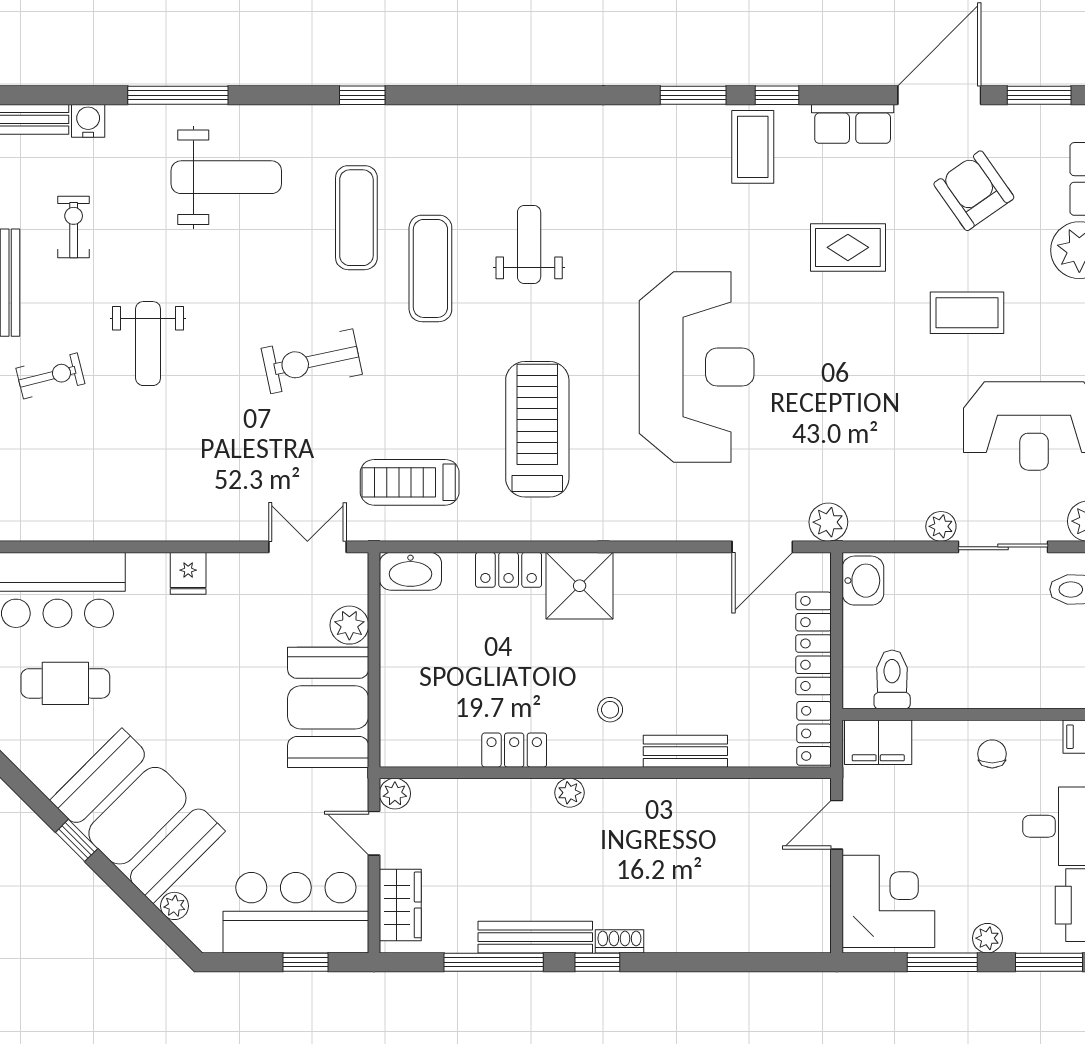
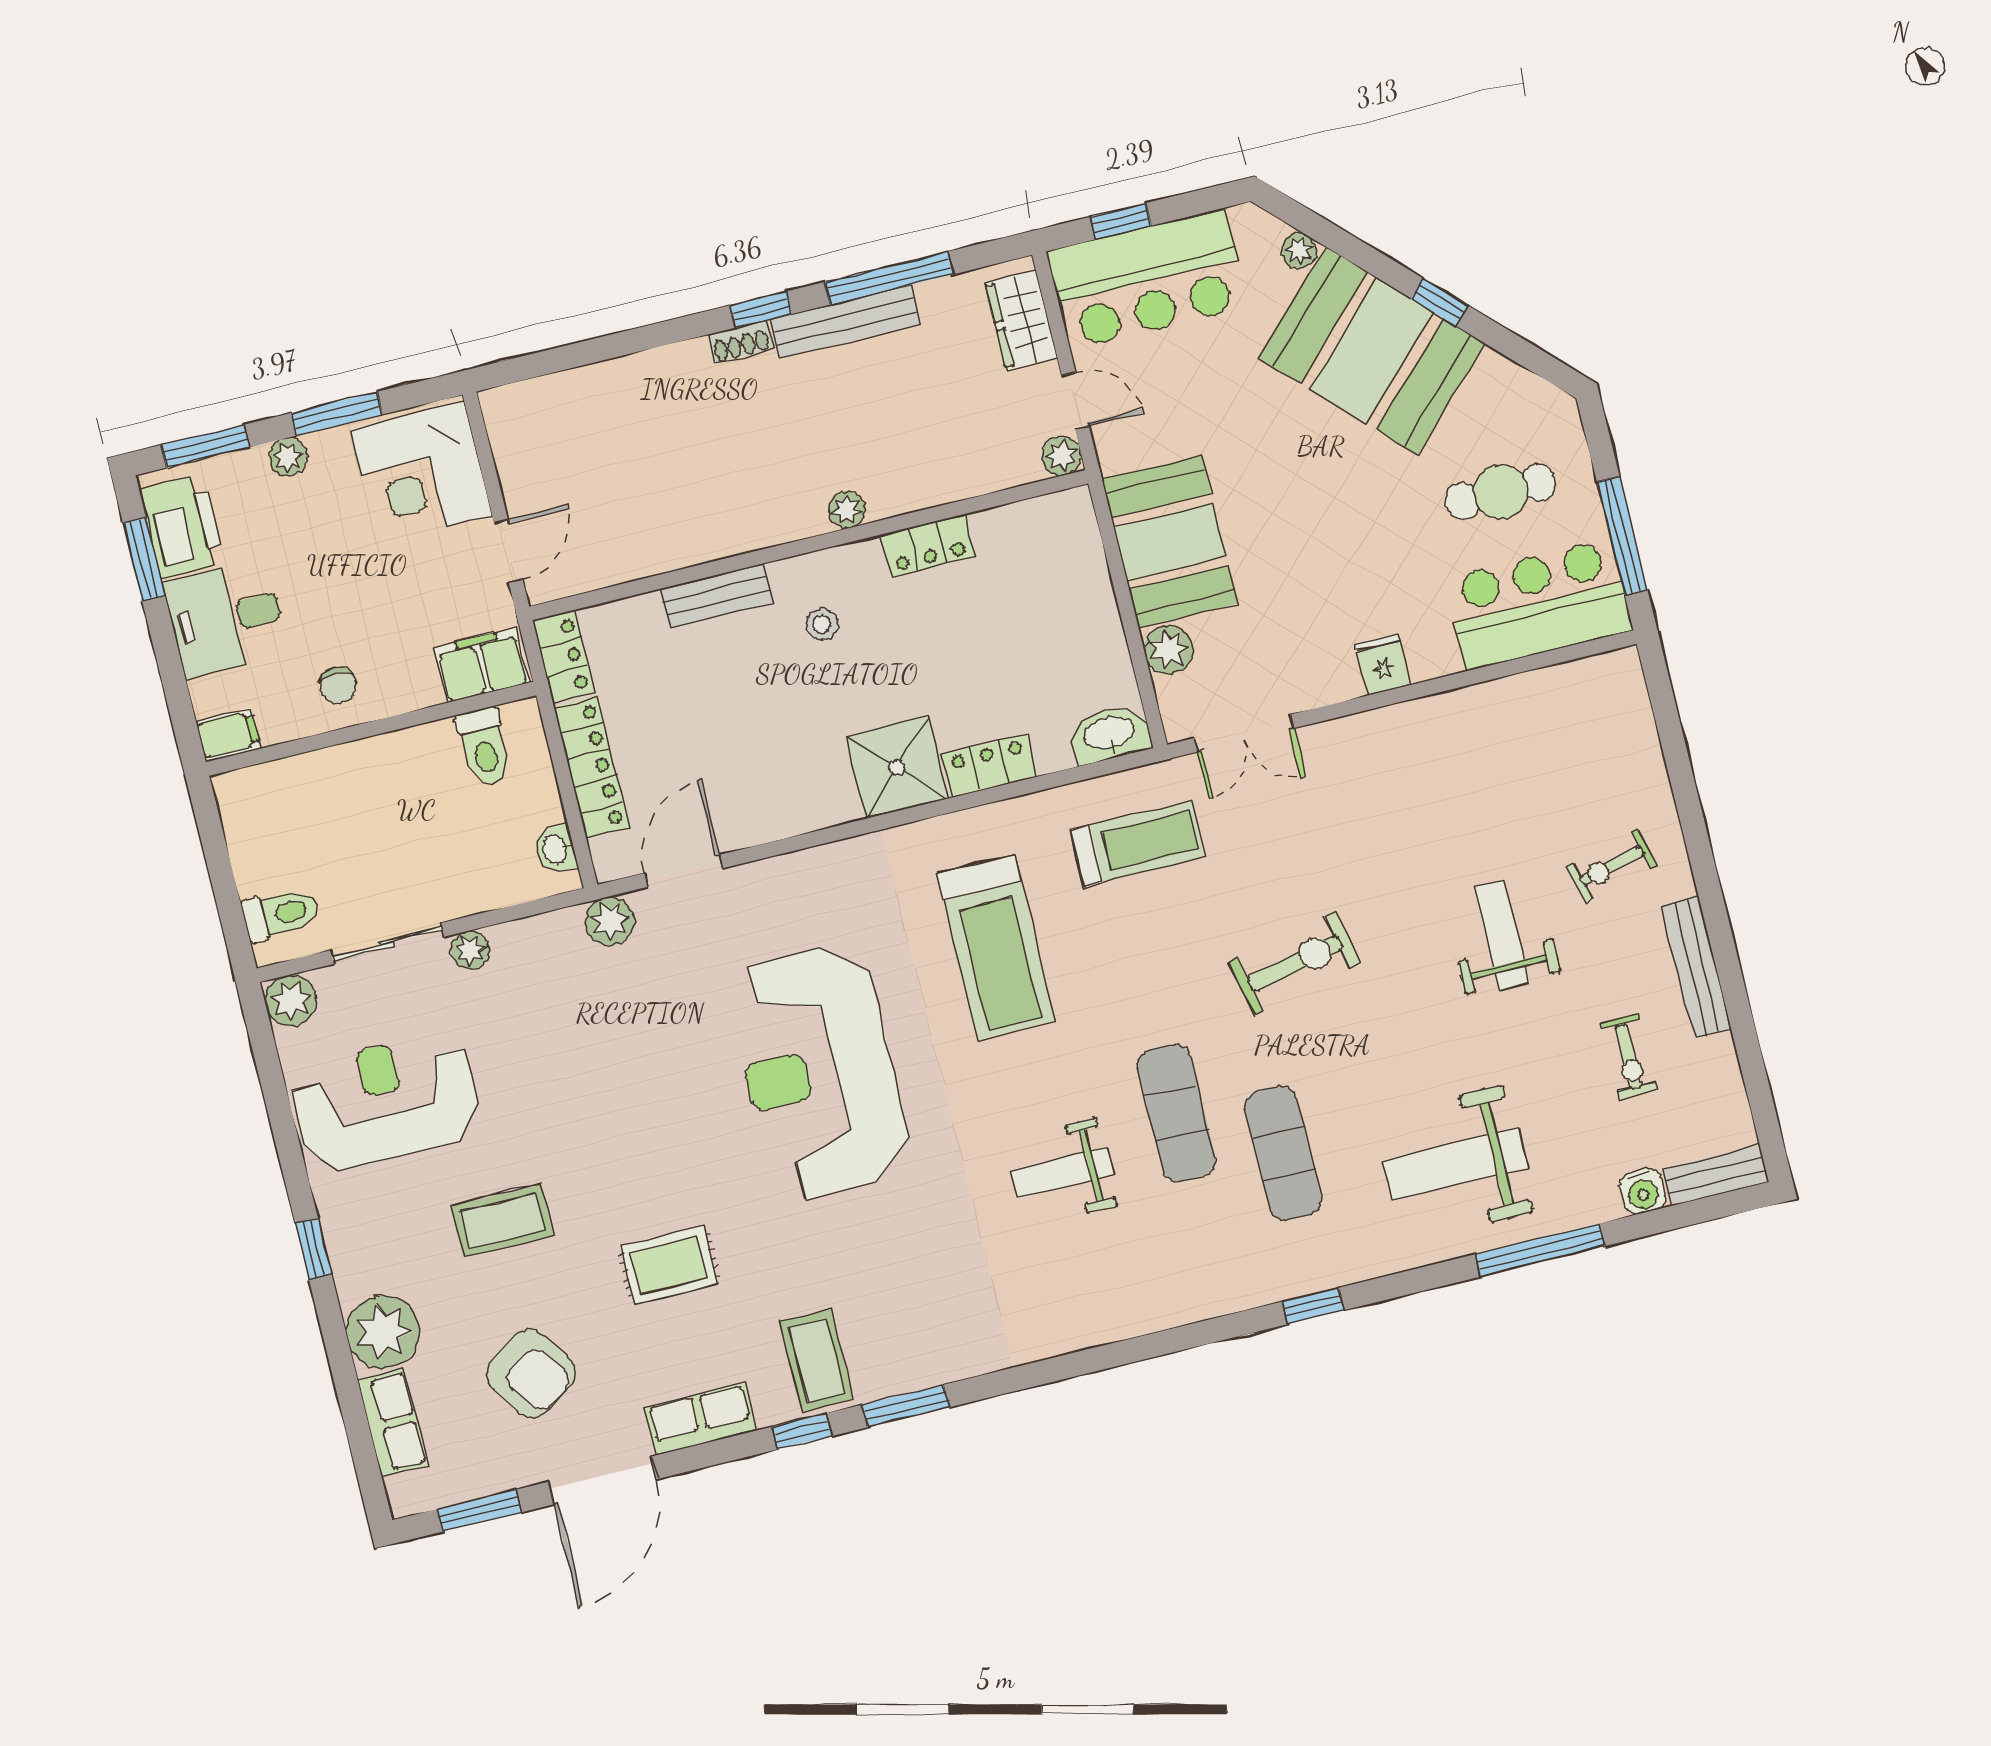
weight bench: (529, 244) -> (1062, 1173), turned 90
washbasin: (863, 581) -> (556, 849), width x0.72, depth x0.69

